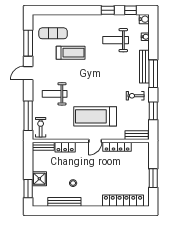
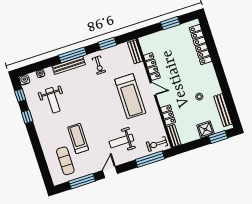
door: (28, 73) -> (110, 172), swing flipped
weight bench: (55, 94) -> (121, 141), turned 90
bench: (64, 202) -> (223, 110), moved

